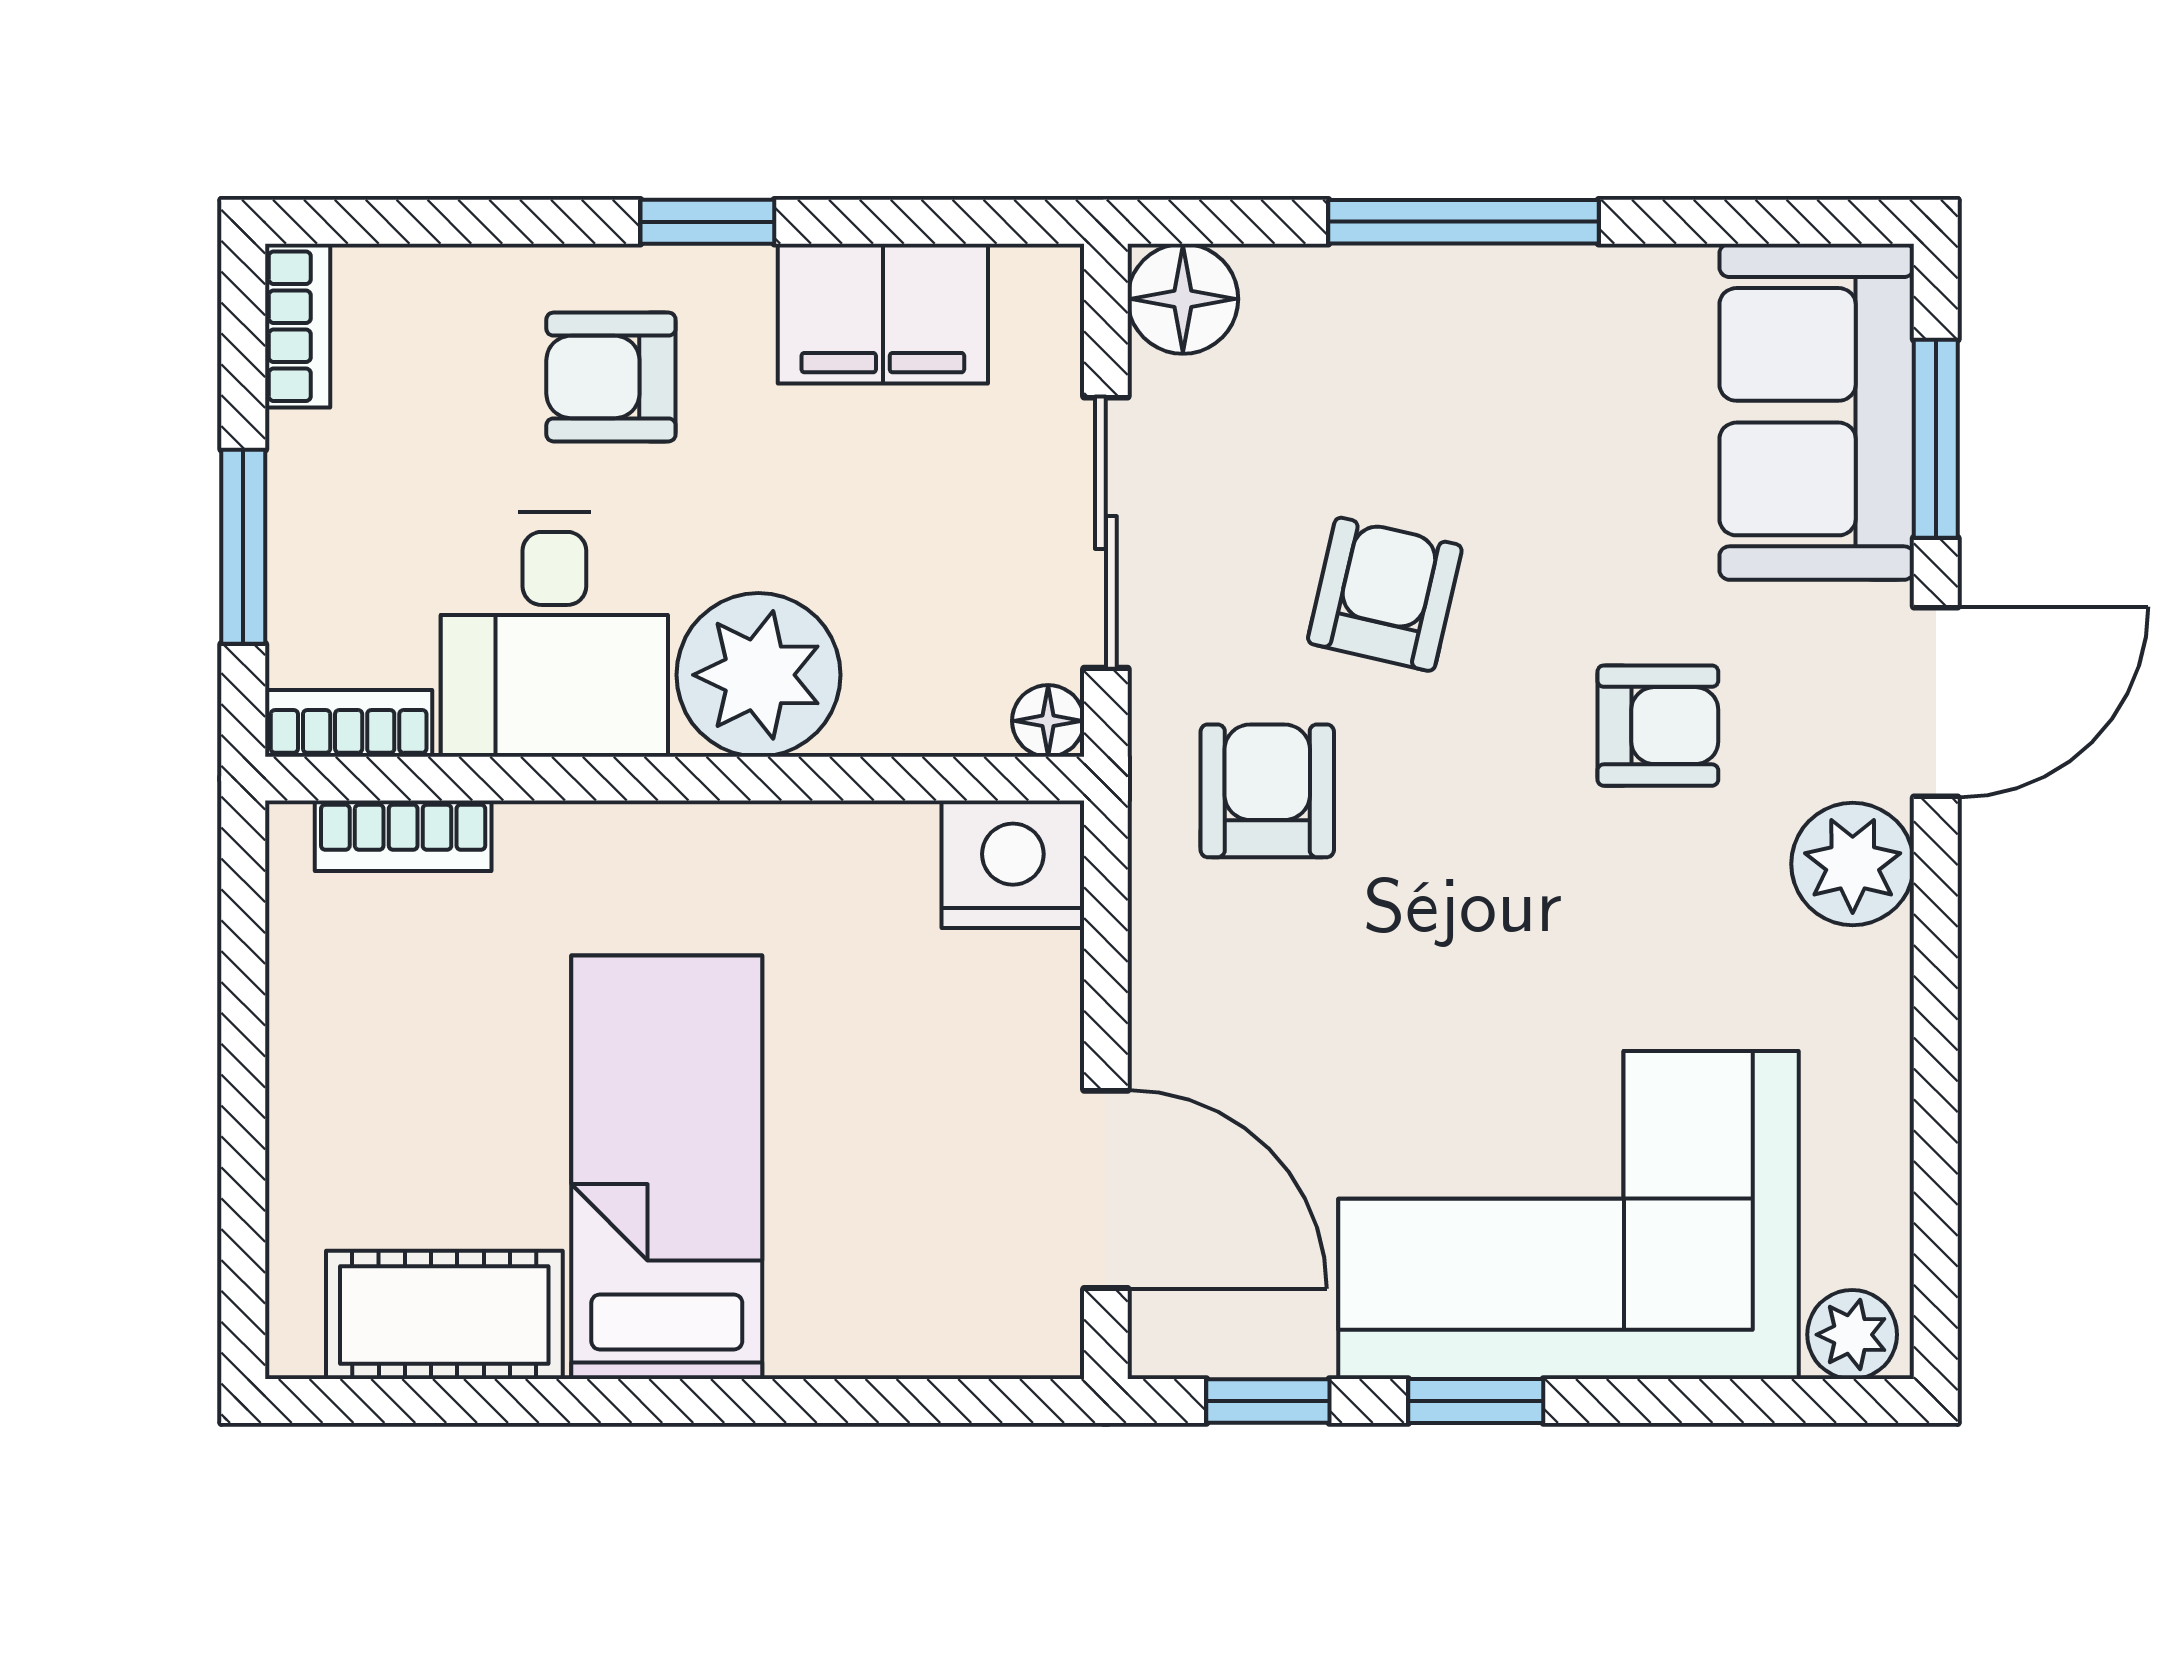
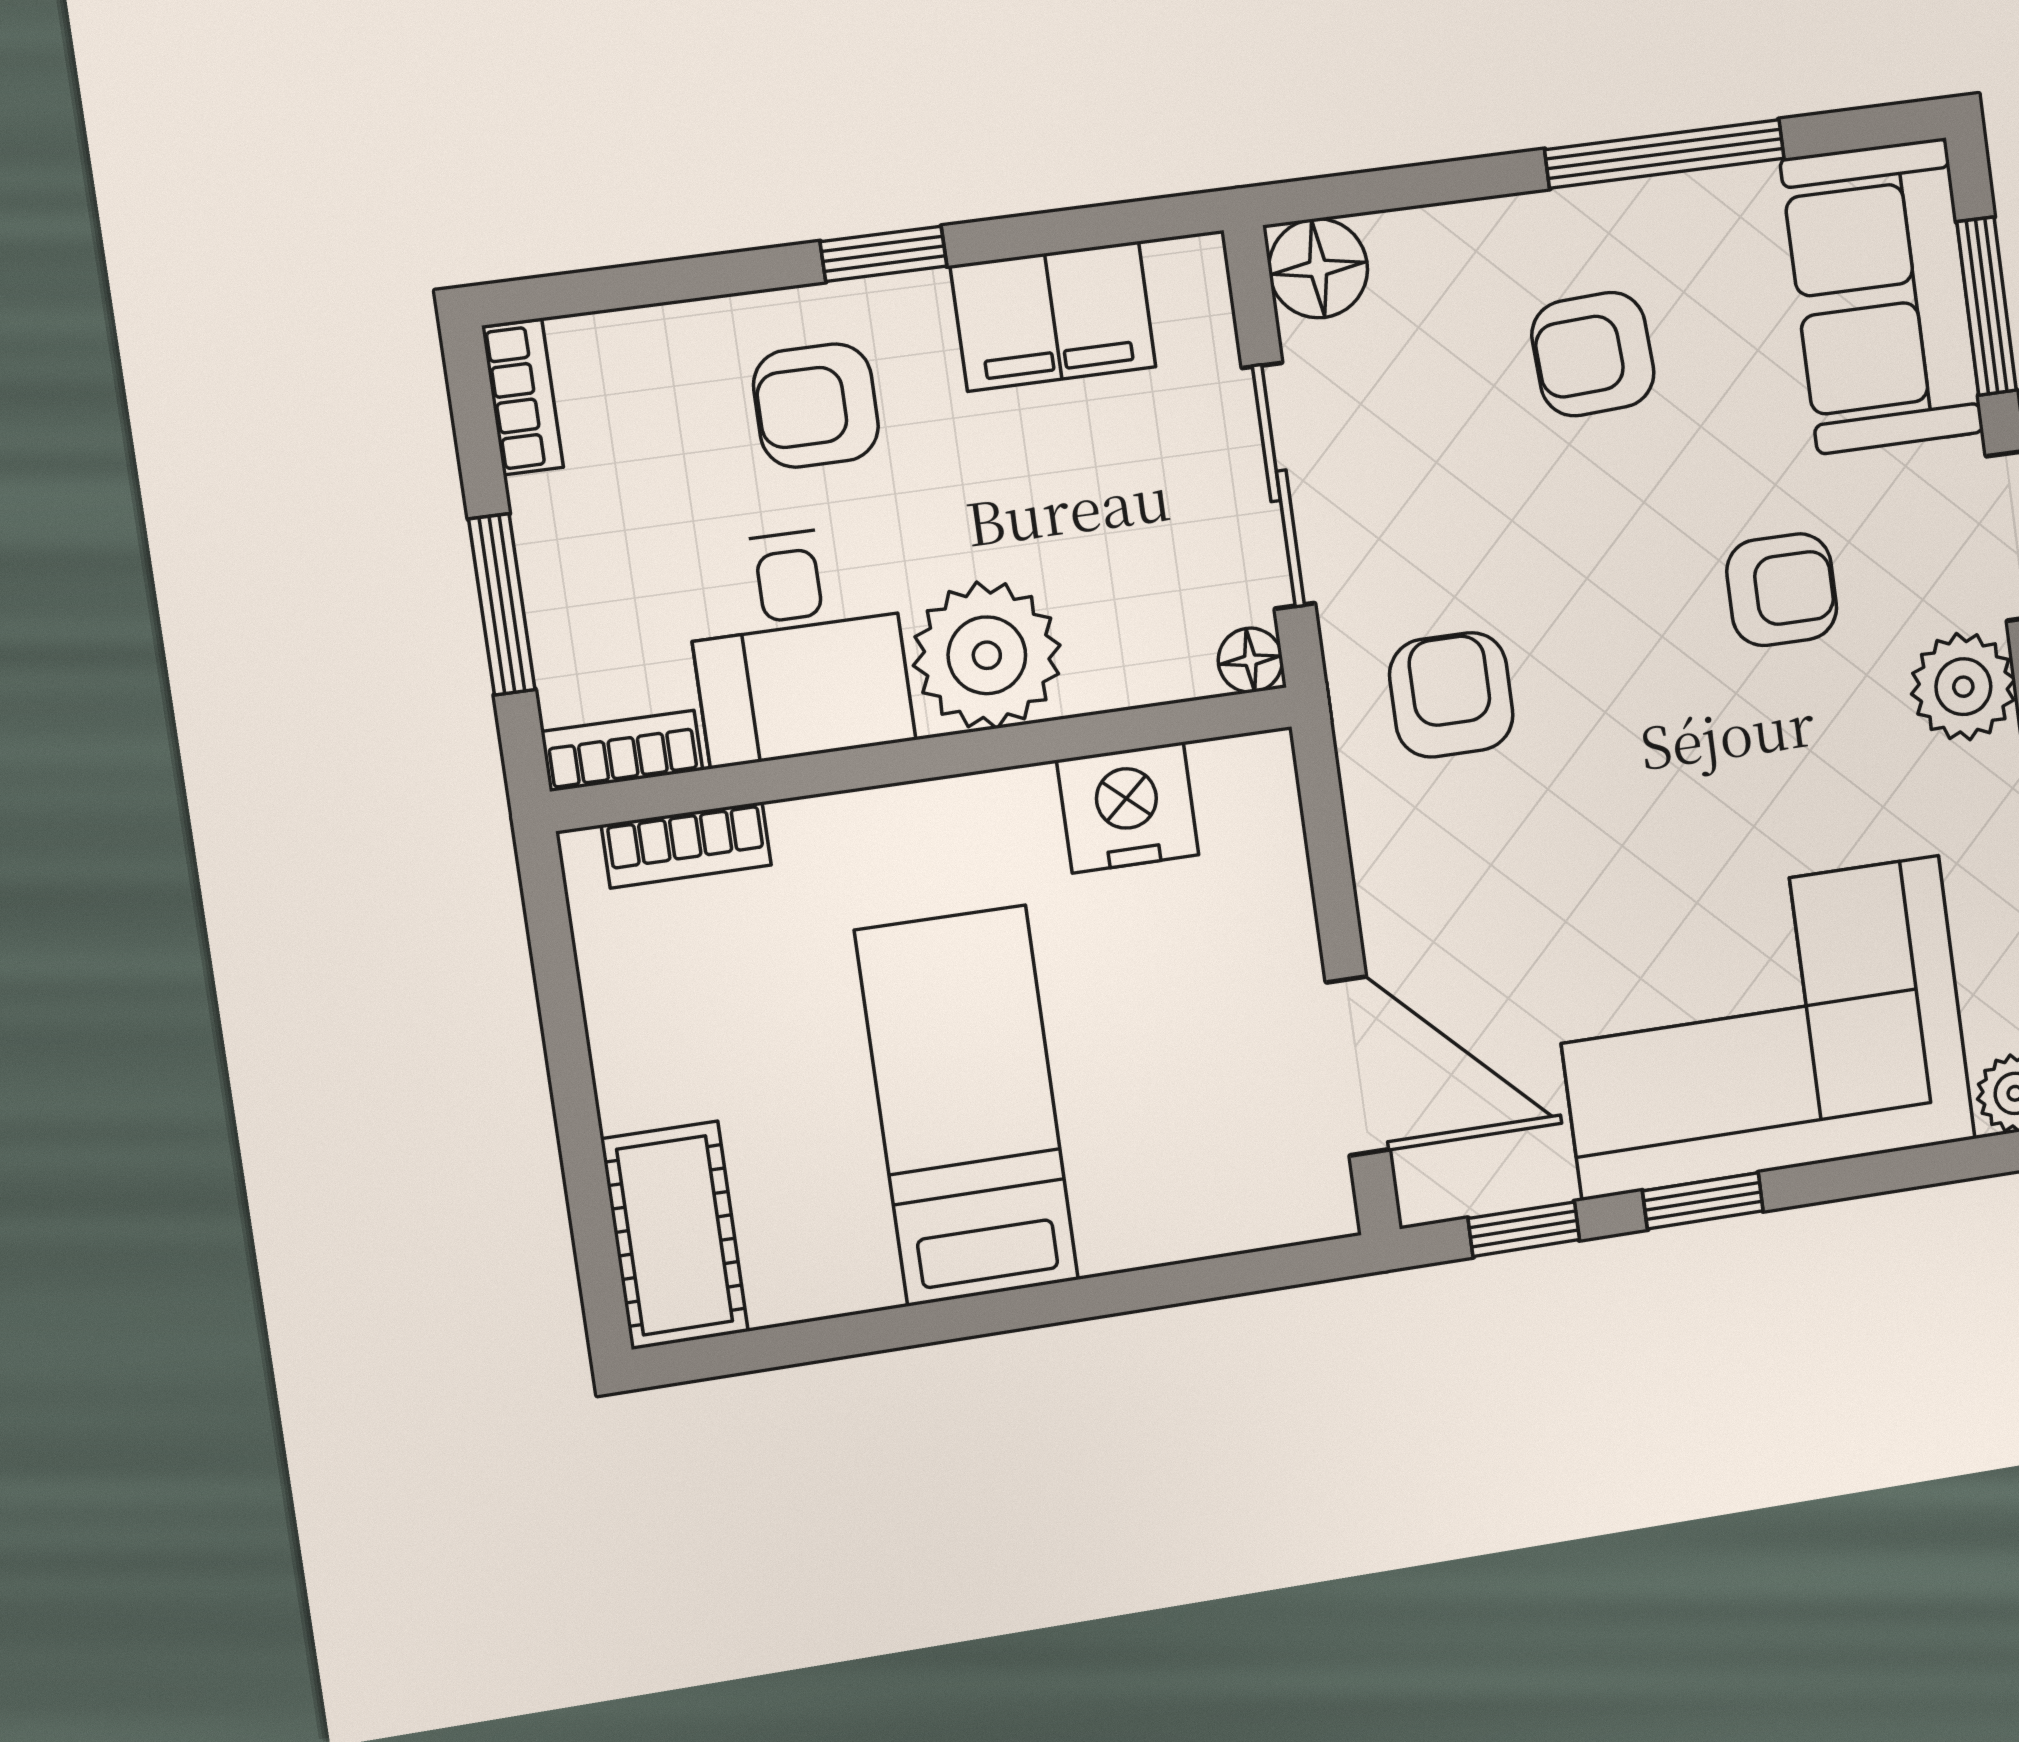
window: (1463, 222) -> (1665, 154), moved
armchair: (1385, 594) -> (1593, 354), moved, turned -106
nightstand: (1013, 864) -> (1128, 808), moved
cot: (444, 1315) -> (675, 1235), moved, turned 90

